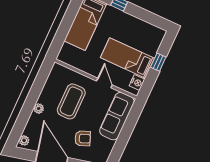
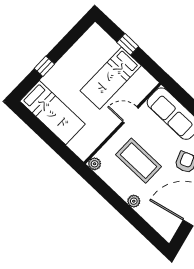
nightstand: (137, 83) -> (143, 77), removed
plant: (24, 140) -> (95, 164), moved

